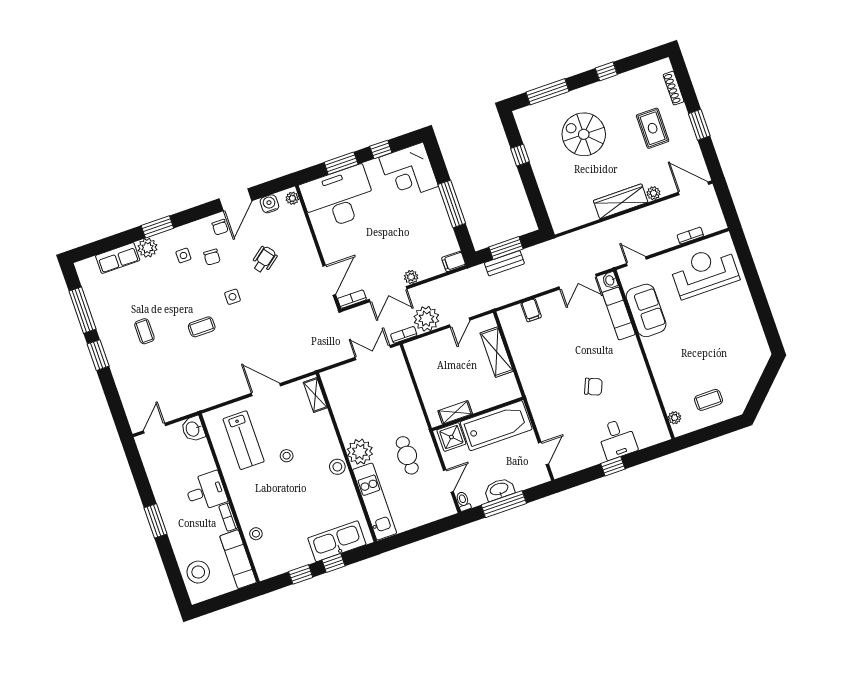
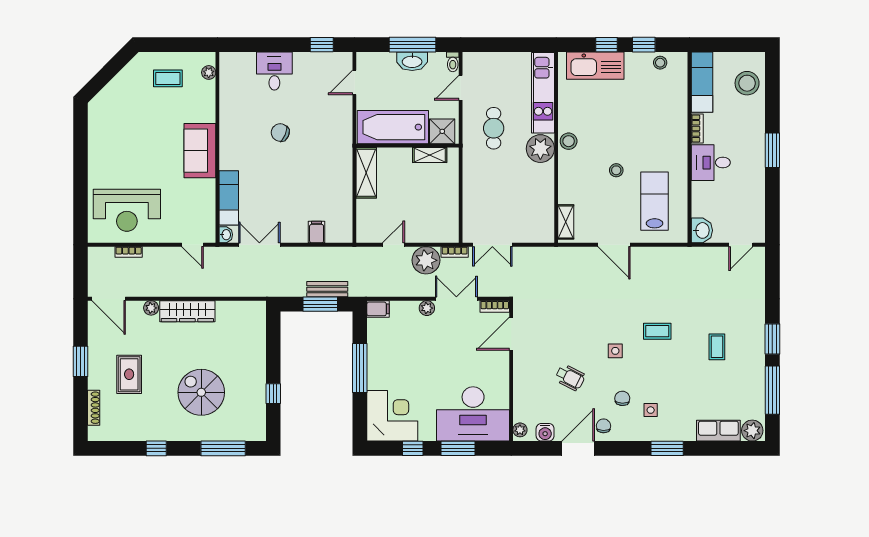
spiral stairs: (584, 134) -> (201, 392), turned 180
plant: (147, 248) -> (752, 431), moved
wheelchair: (264, 260) -> (570, 377), turned -115
sofa: (646, 310) -> (200, 151), moved
shelving: (497, 352) -> (366, 173), moved
window: (613, 466) -> (322, 45), moved
stool: (256, 534) -> (660, 63), moved

